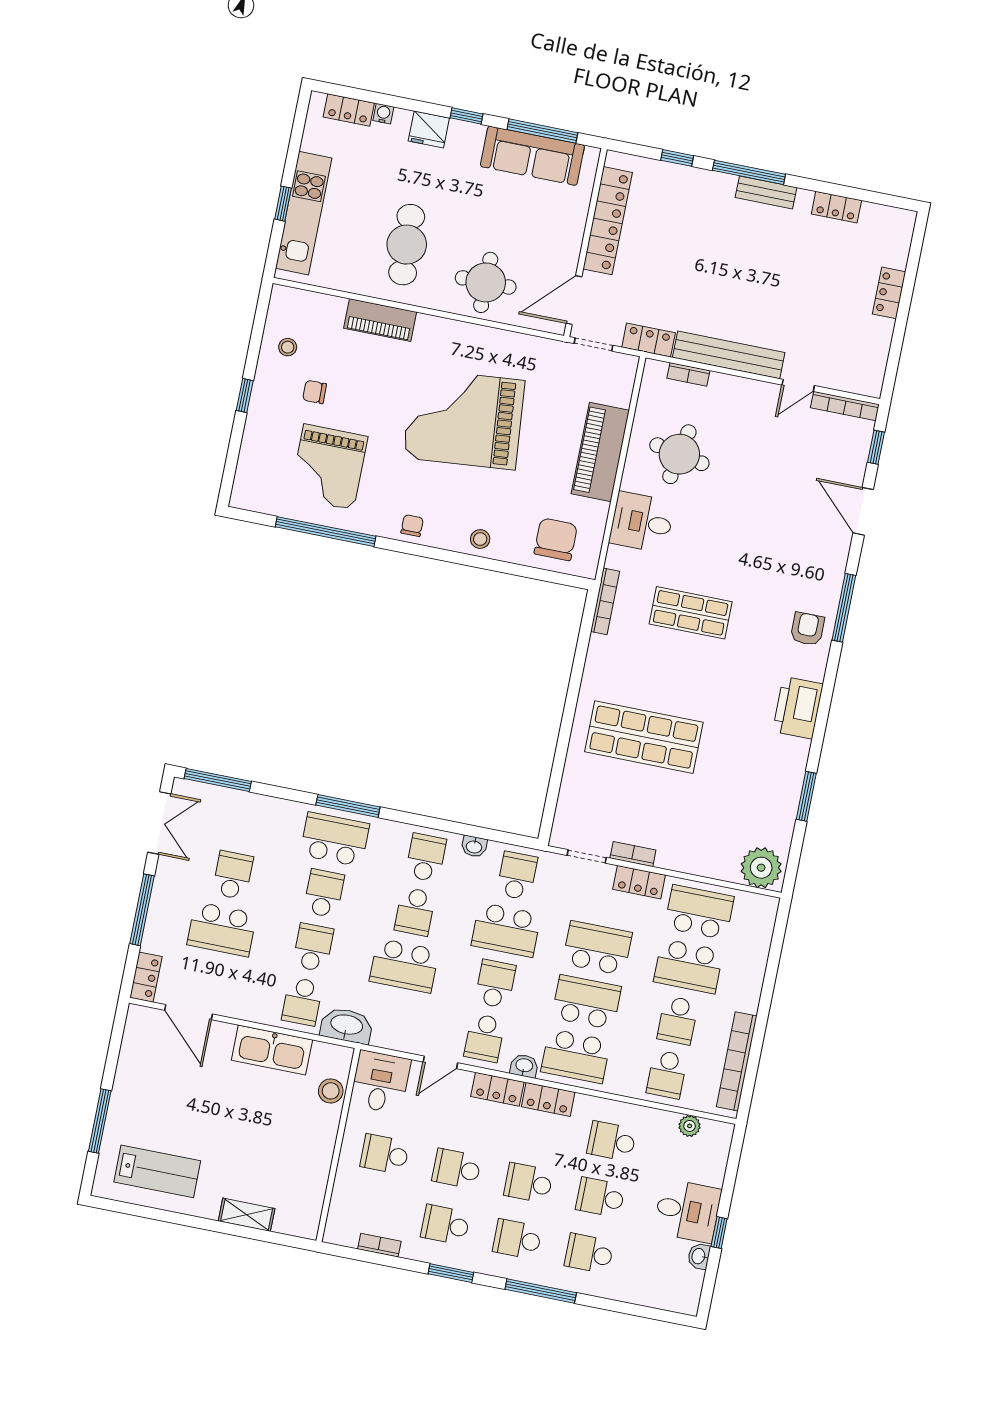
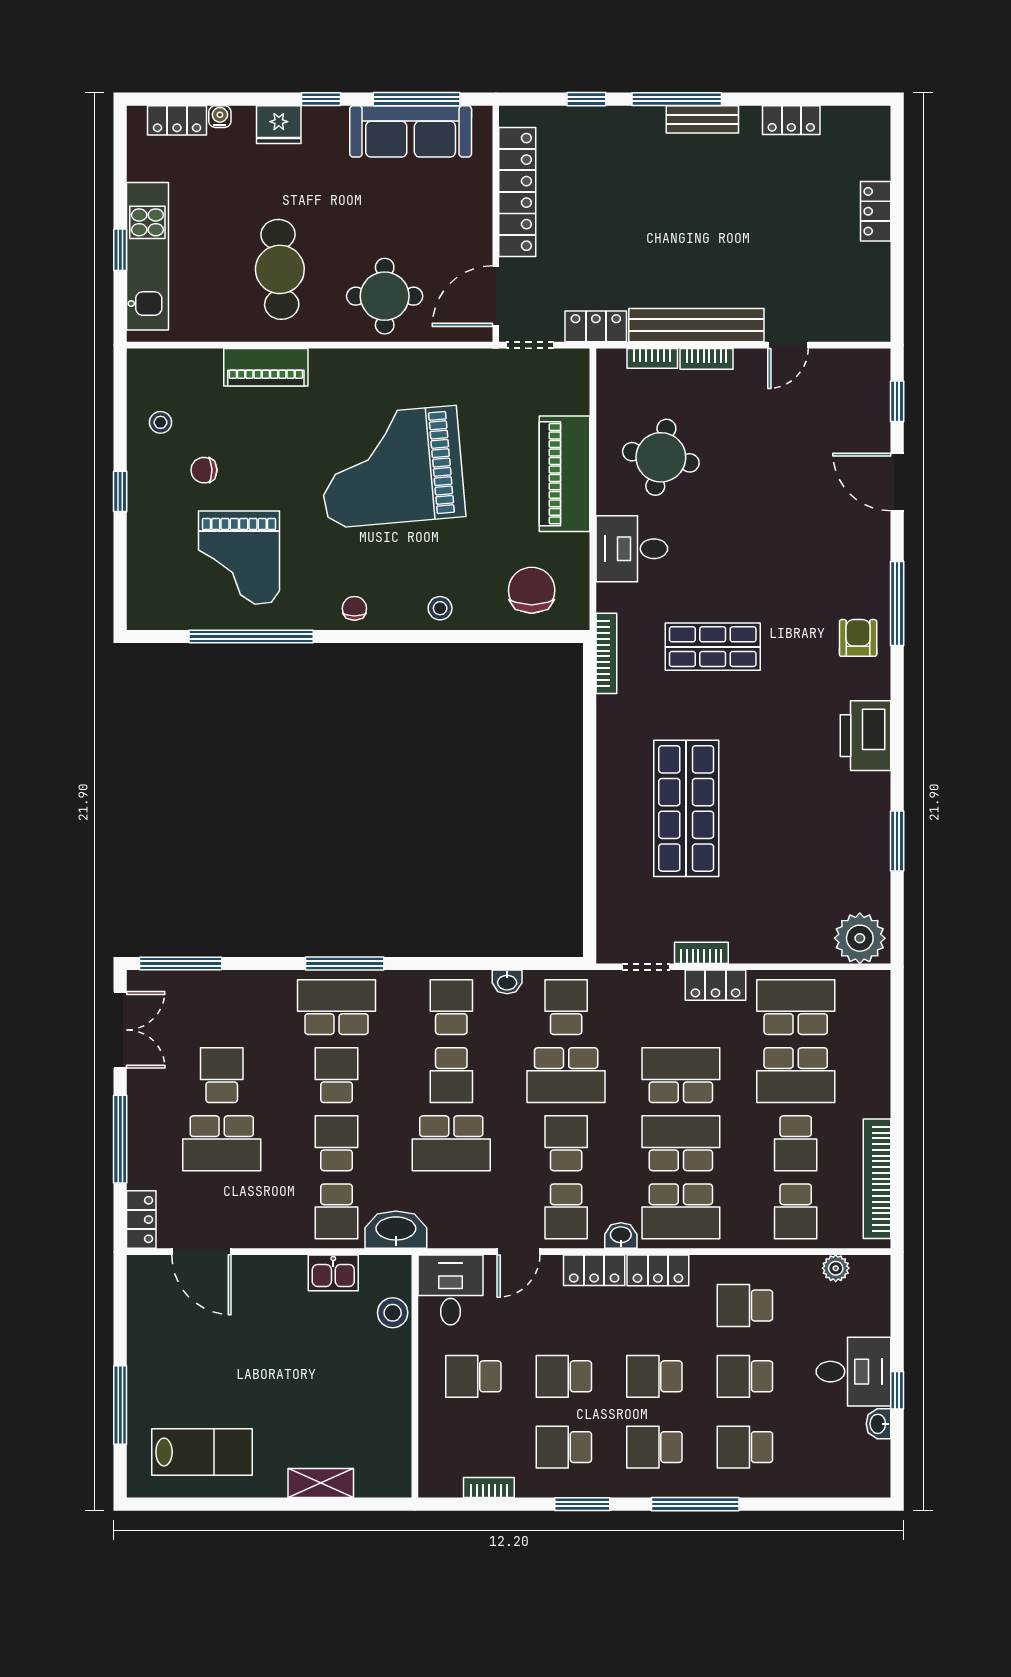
bookcase: (845, 406) -> (706, 359), moved, width x0.64
shop shelf: (644, 737) -> (686, 808), turned 90
kitchen sink: (272, 1050) -> (333, 1273), width x0.53, depth x0.81

